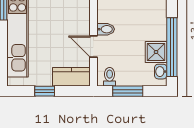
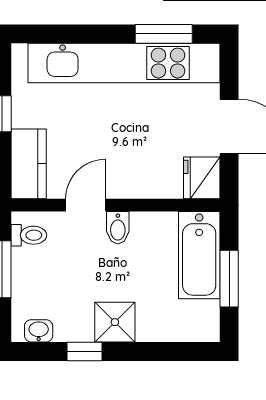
window: (172, 47) -> (84, 351), width x0.32
shower: (156, 52) -> (115, 322), moved

